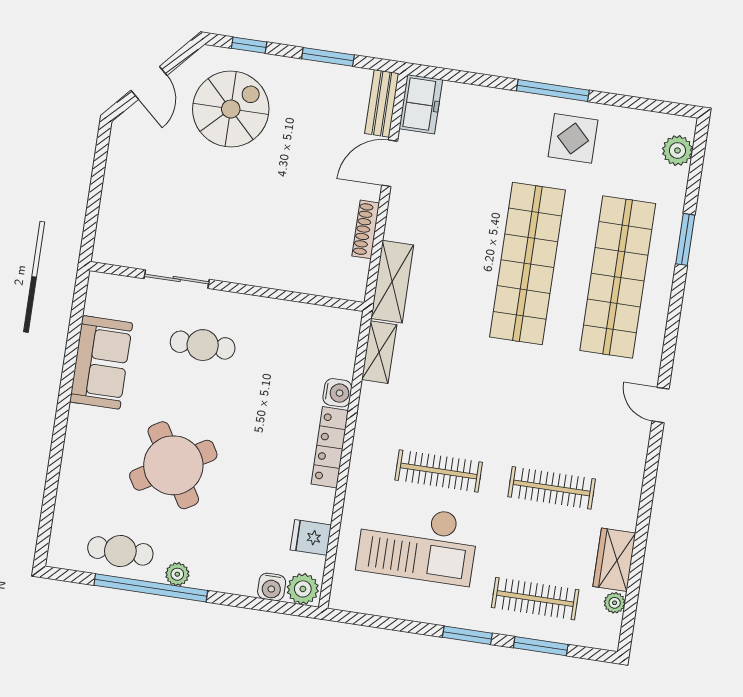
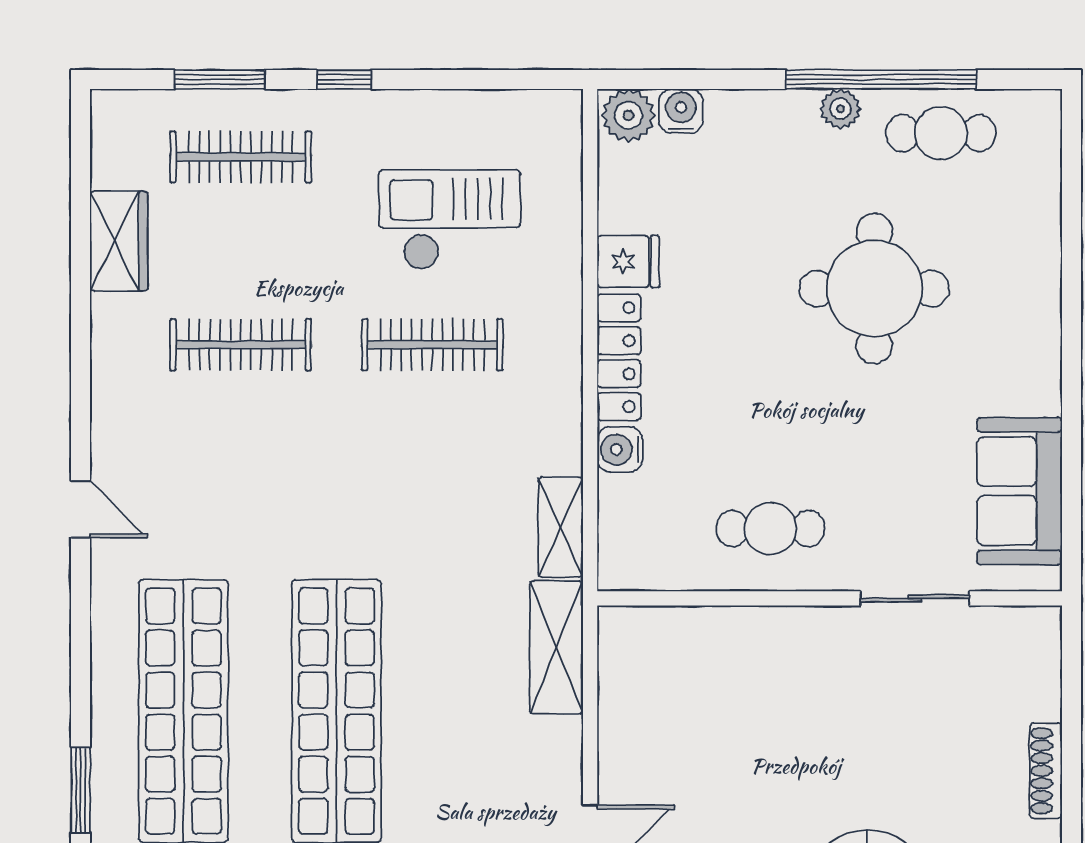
shoe rack: (366, 229) -> (1046, 771), moved, turned 180
cafe table: (203, 345) -> (770, 529), moved
sofa: (101, 362) -> (1019, 491), moved
round table: (173, 465) -> (874, 288), turned 31
fridge: (311, 537) -> (628, 262), moved
checkout: (418, 543) -> (450, 220), width x0.73, depth x0.83
plant: (615, 603) -> (108, 170), removed
window: (467, 635) -> (344, 79), width x0.67

